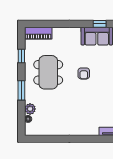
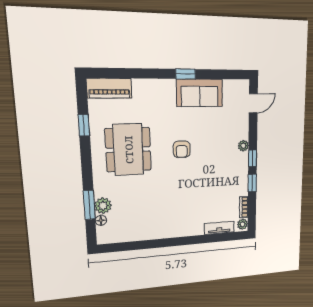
window: (100, 24) -> (186, 74), moved
window: (21, 90) -> (89, 205), moved

